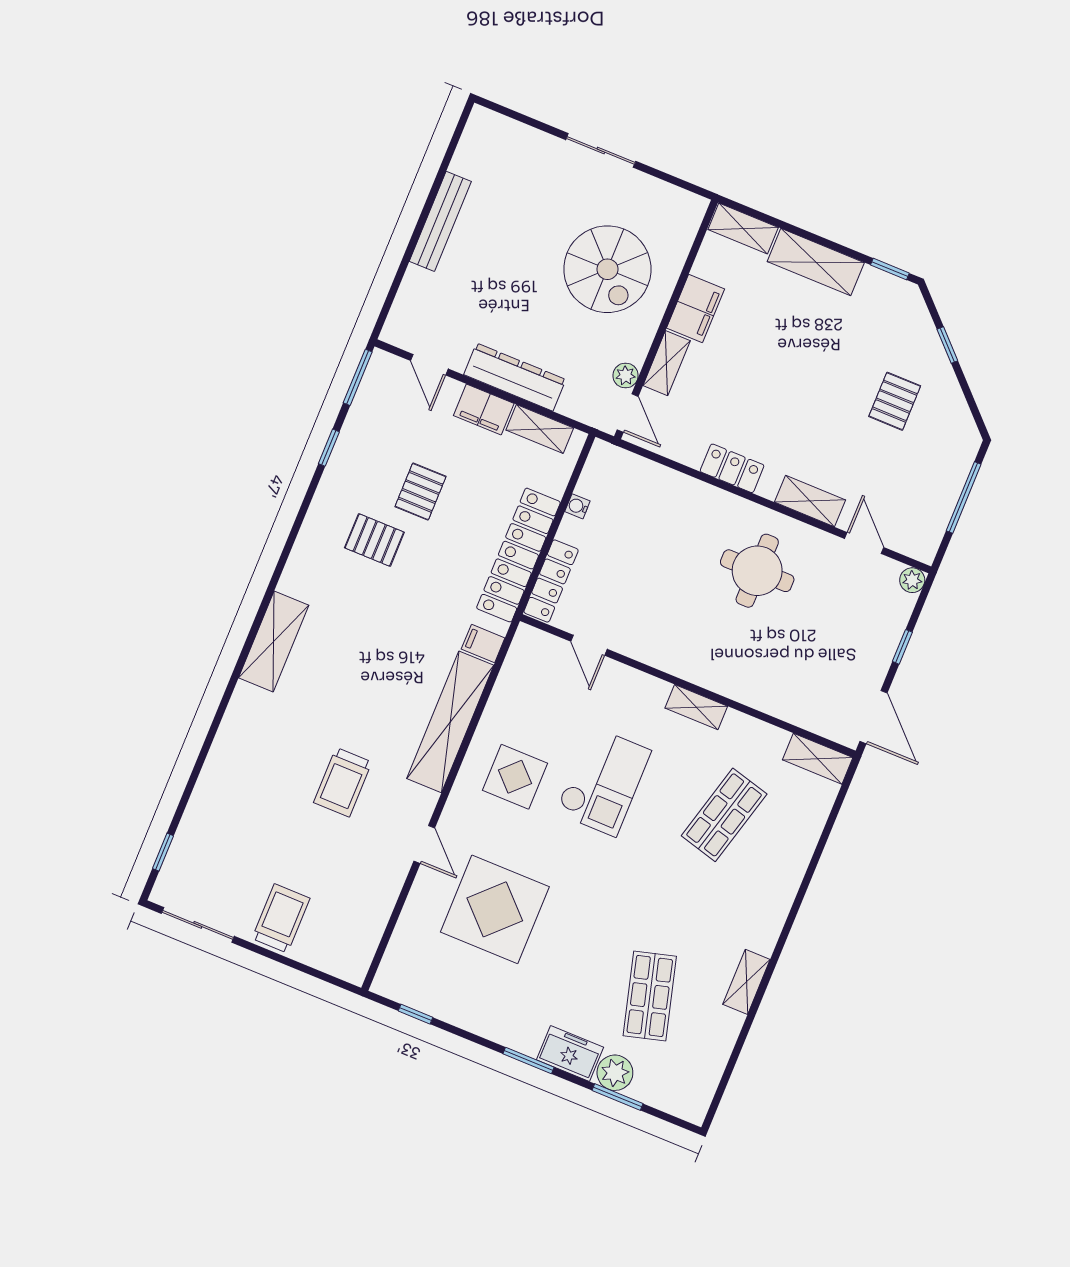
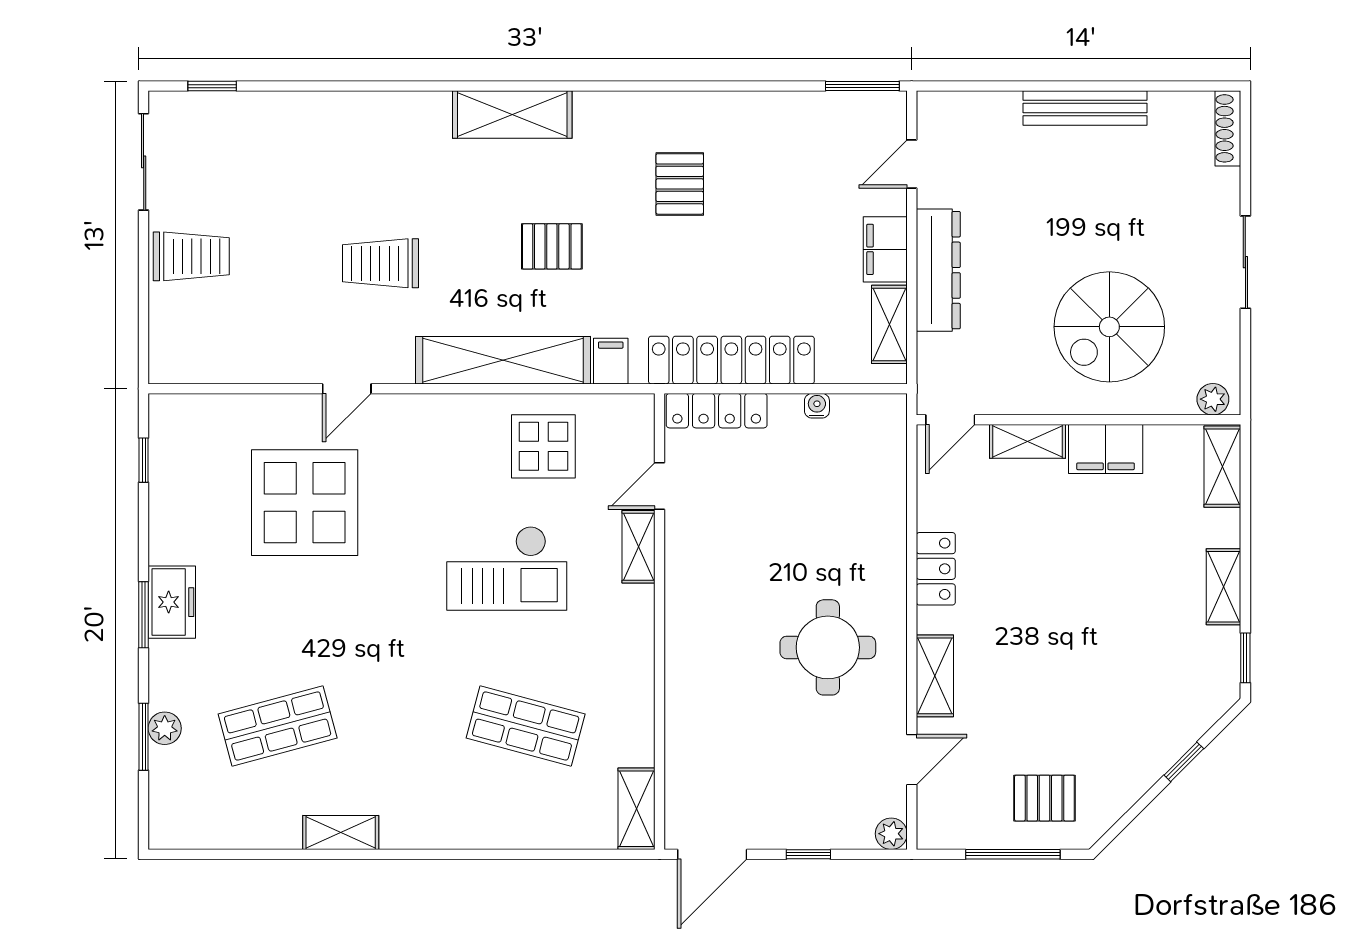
shoe rack: (498, 123) -> (1228, 128), added
shelving: (816, 262) -> (1224, 587), width x0.67, depth x0.75
plant: (626, 376) -> (1213, 399), moved
pallet: (895, 401) -> (1044, 798), moved
window: (329, 448) -> (766, 86), removed
pallet: (421, 492) -> (552, 246), moved
shelving: (696, 707) -> (639, 547), moved
display table: (515, 777) -> (543, 446), moved
freezer: (570, 1053) -> (172, 602), moved
plant: (615, 1073) -> (165, 728), width x0.73, depth x0.73

